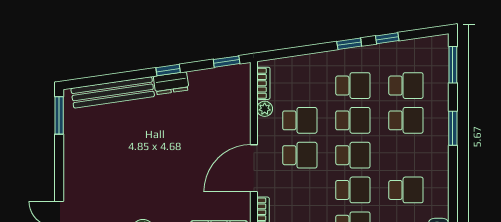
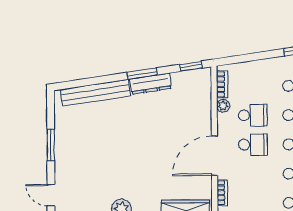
window: (168, 70) -> (142, 74), width x1.50
dresser: (171, 83) -> (151, 84), width x1.44
window: (59, 115) -> (51, 145), moved

